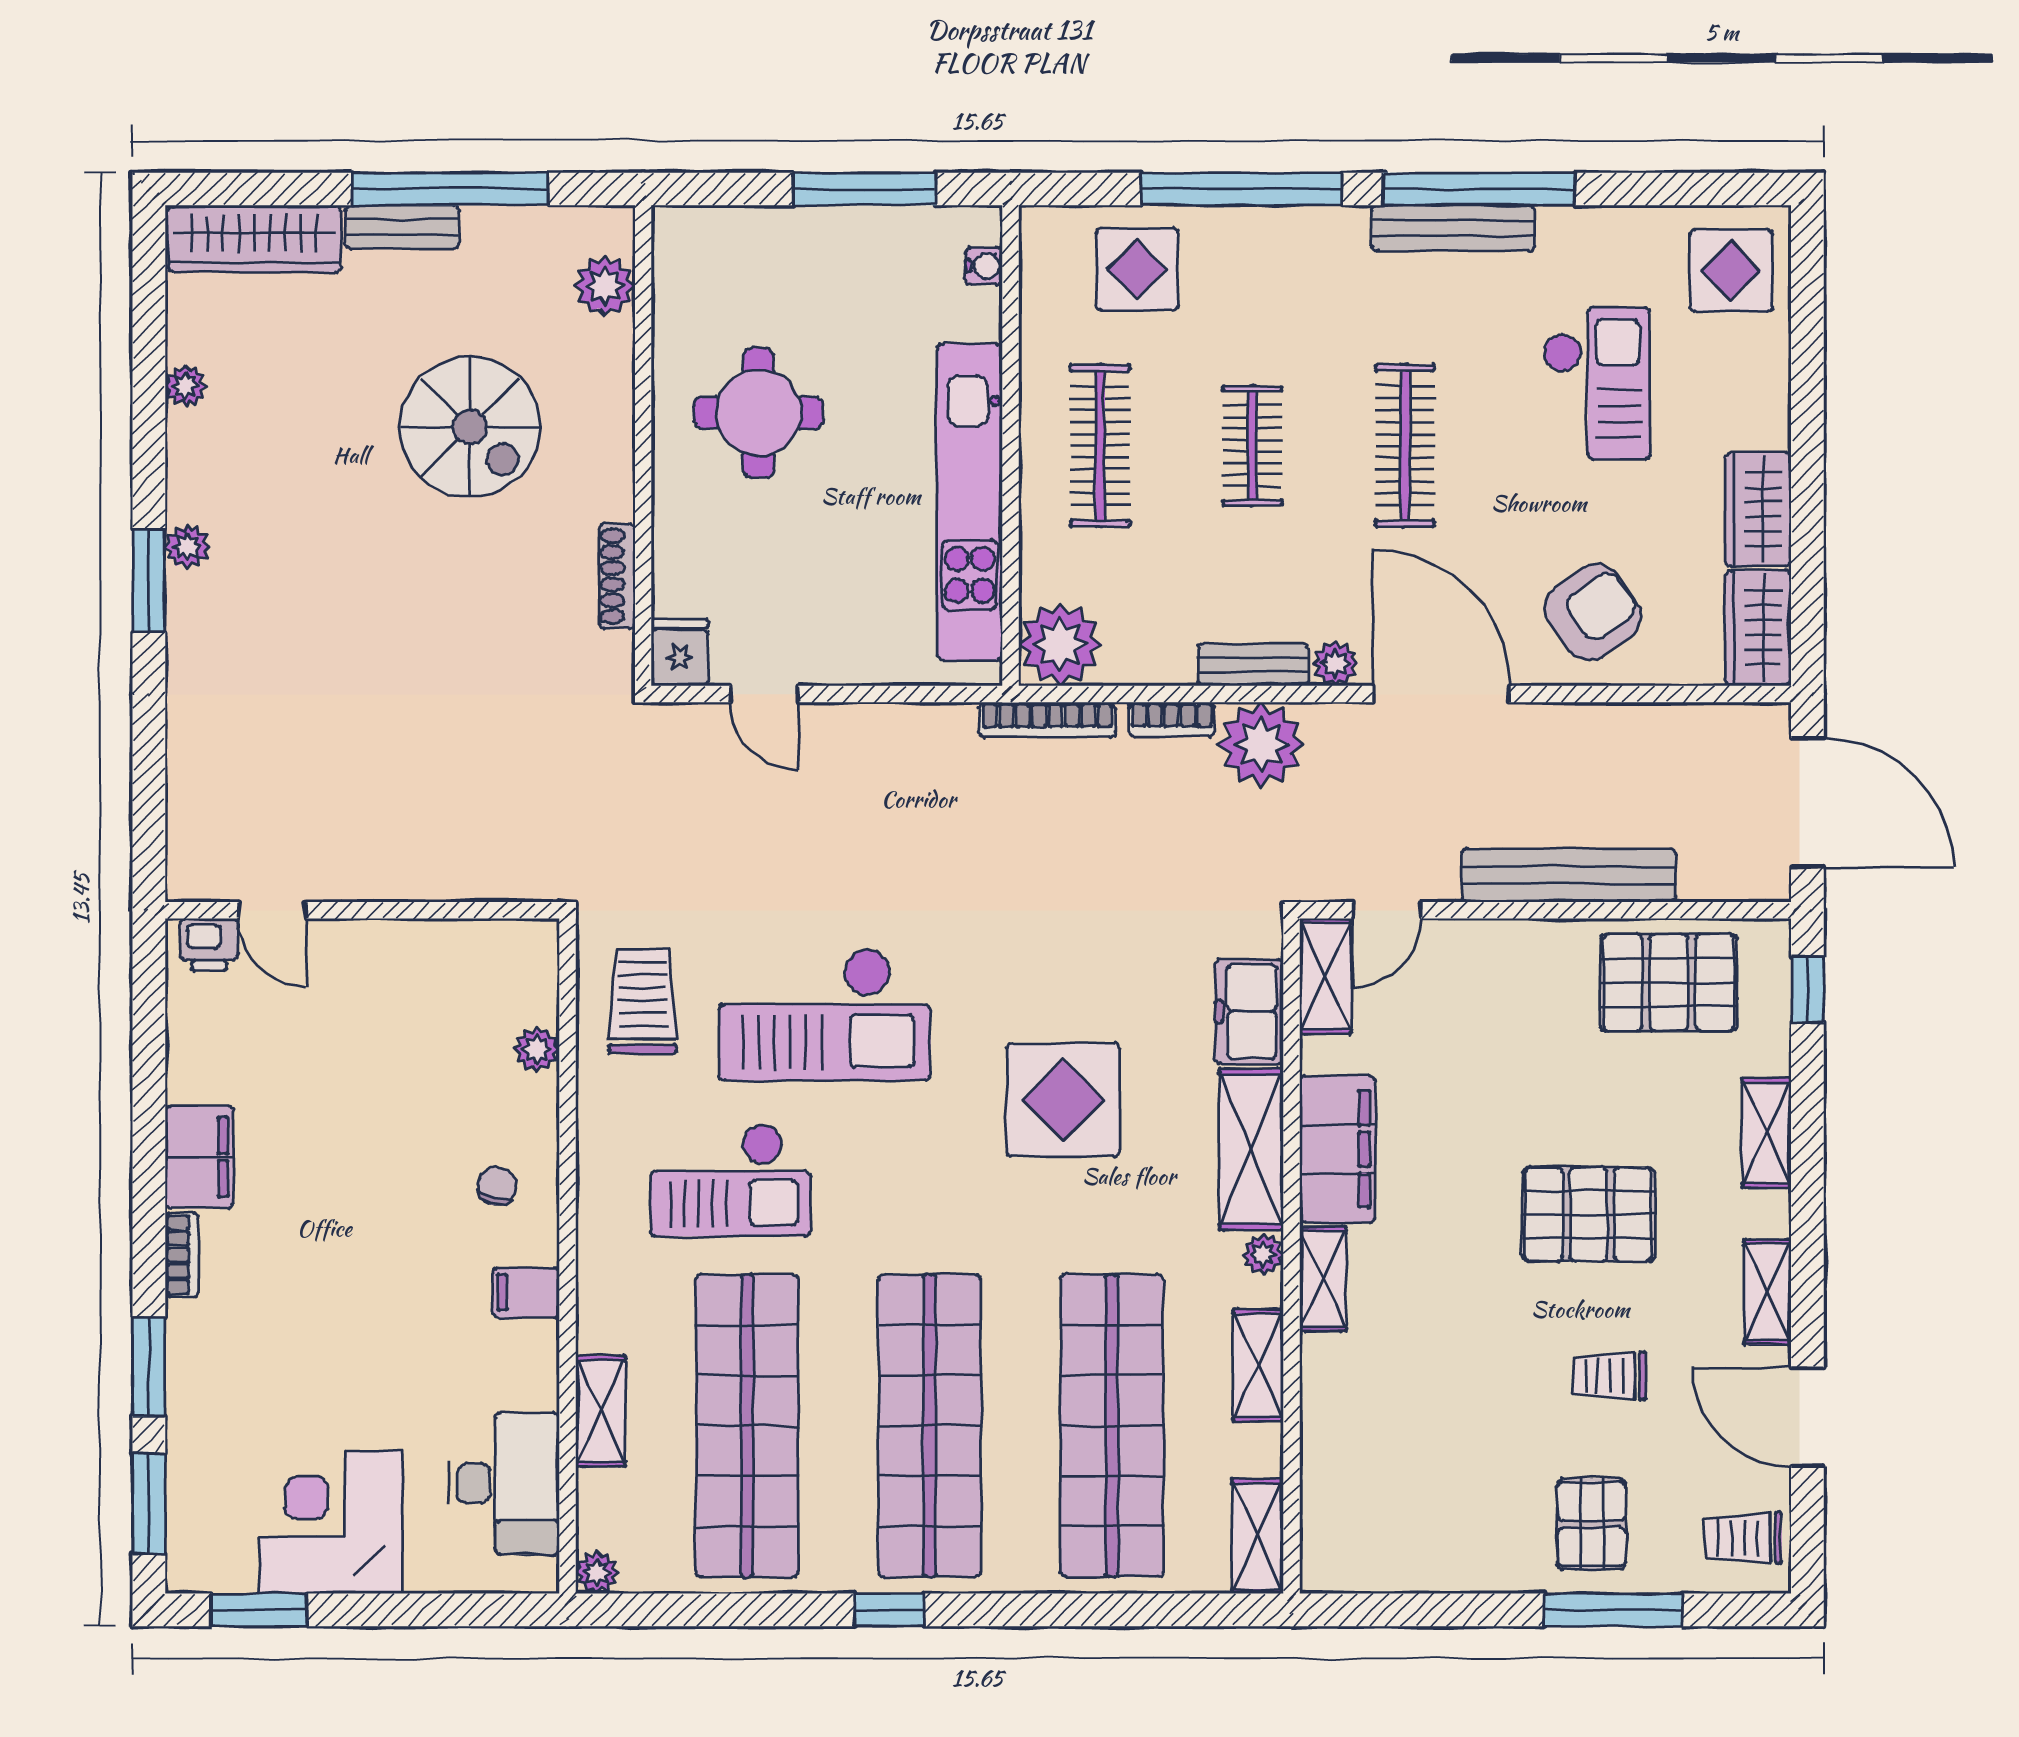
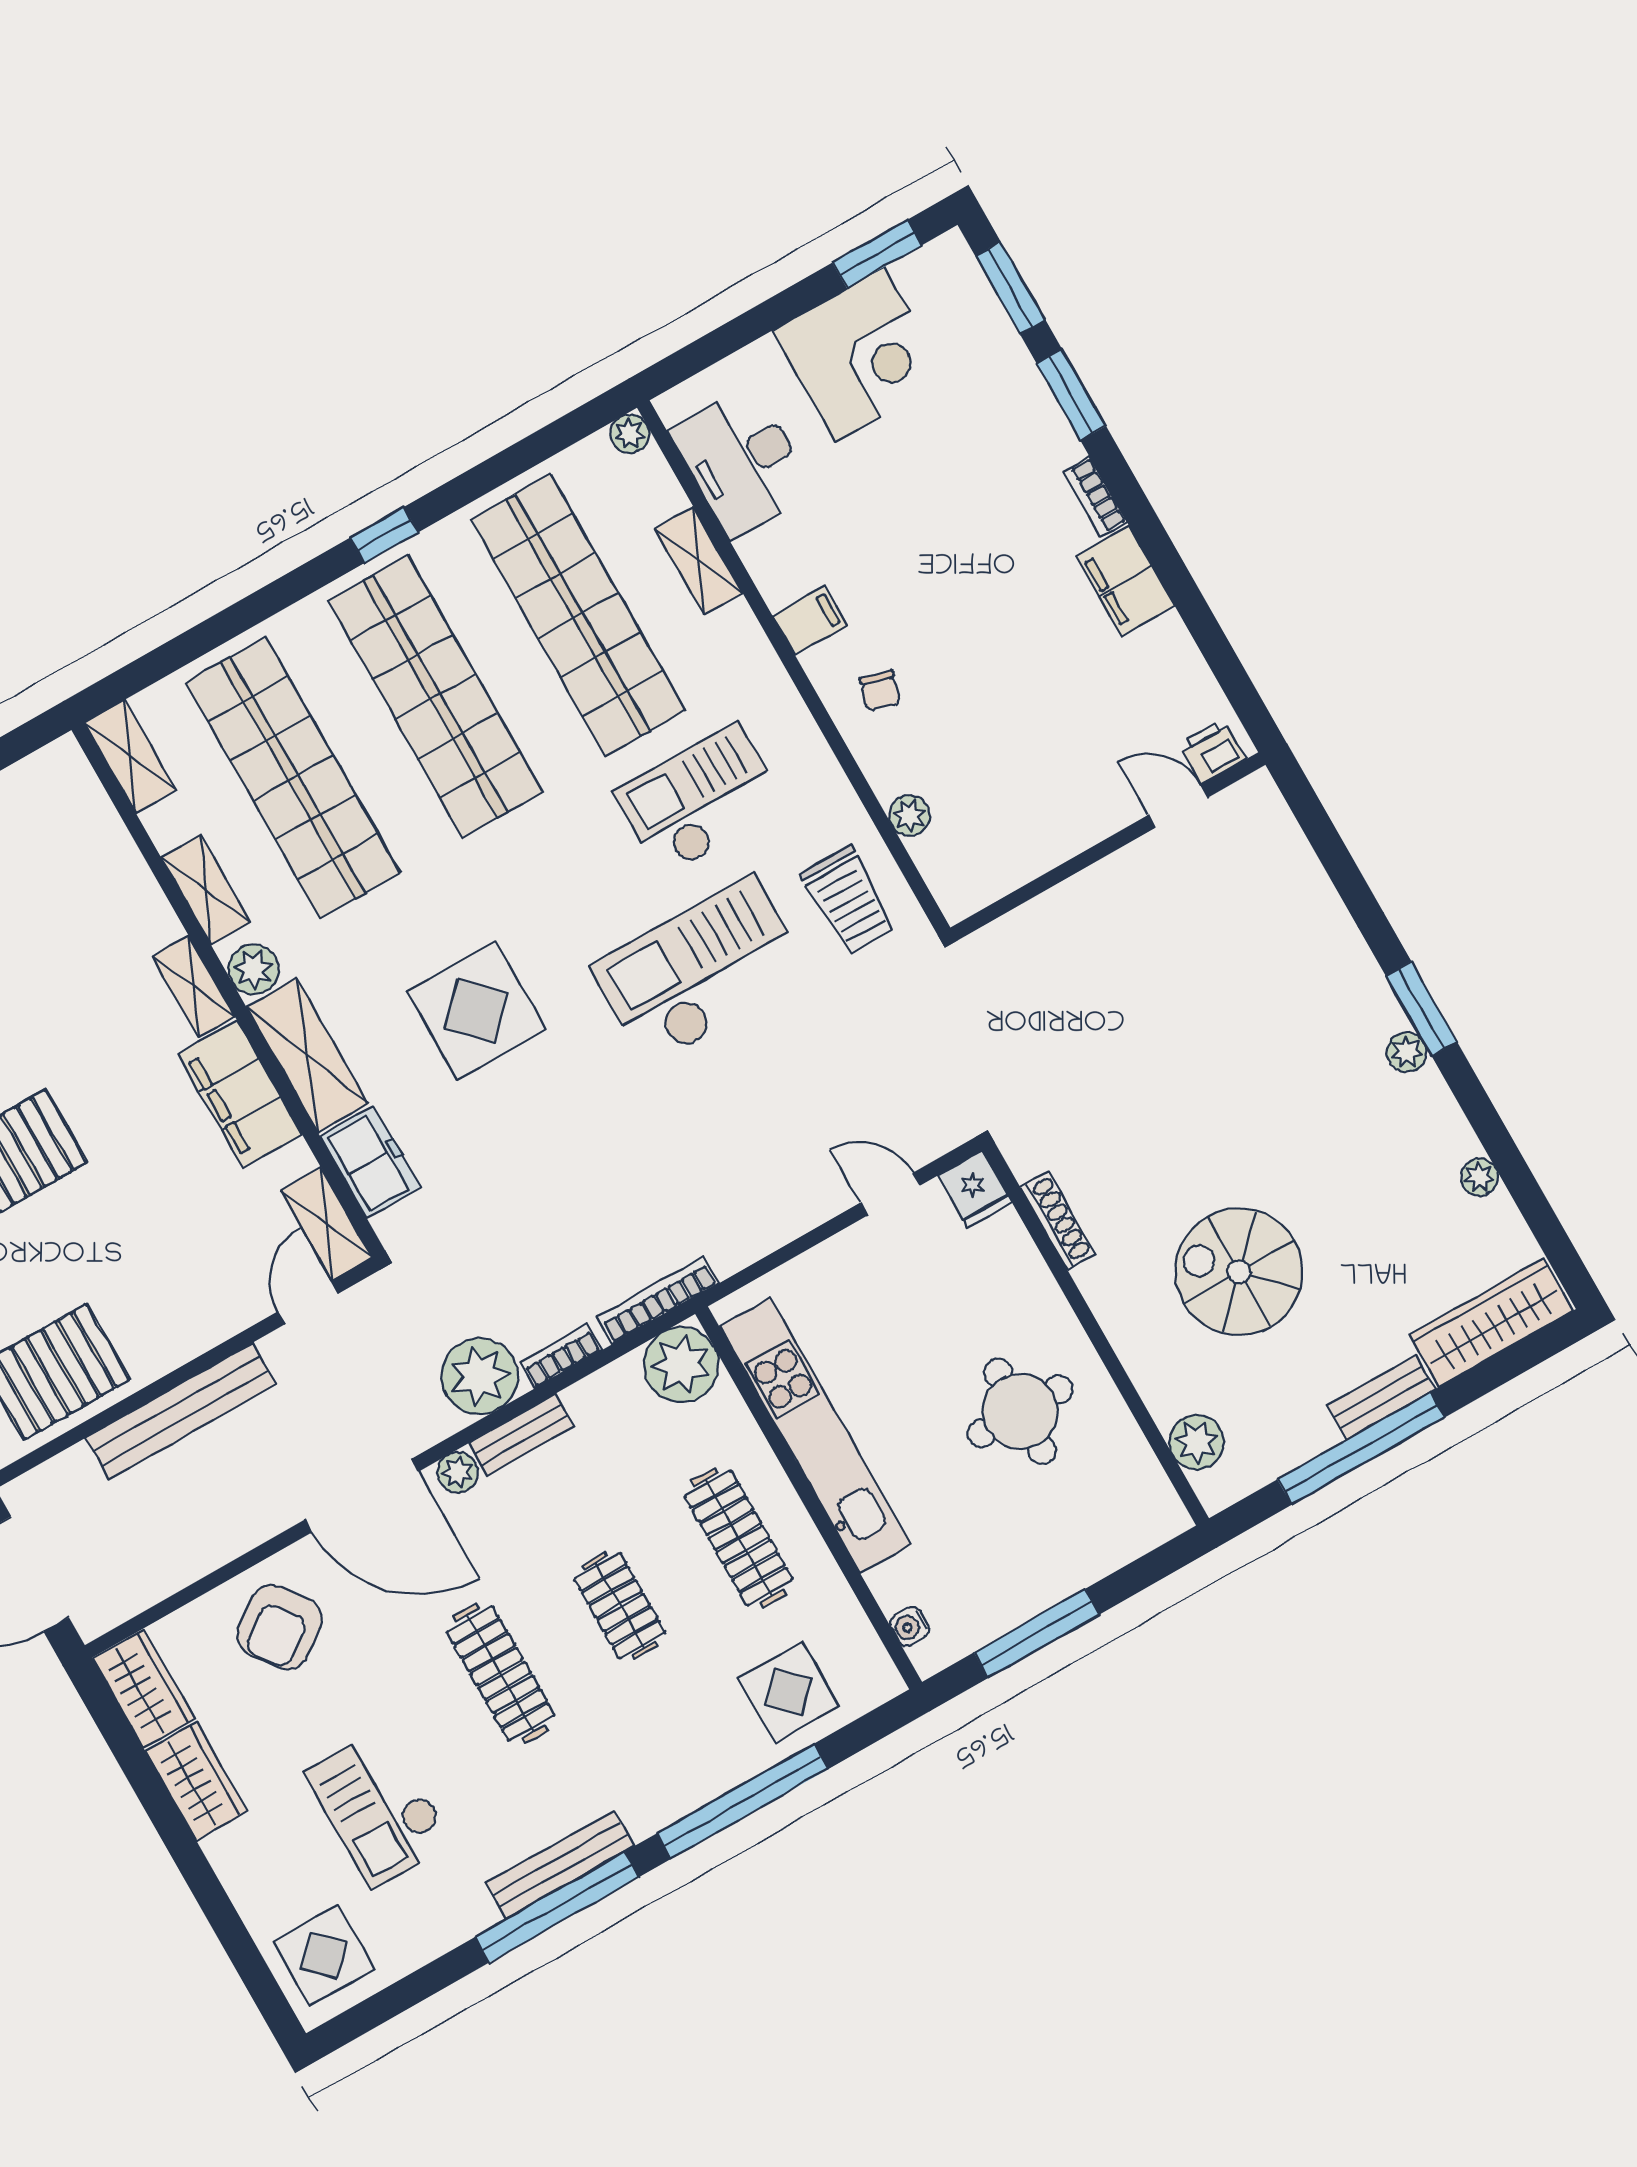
plant: (1263, 1254) -> (254, 969), width x1.38, depth x1.38

